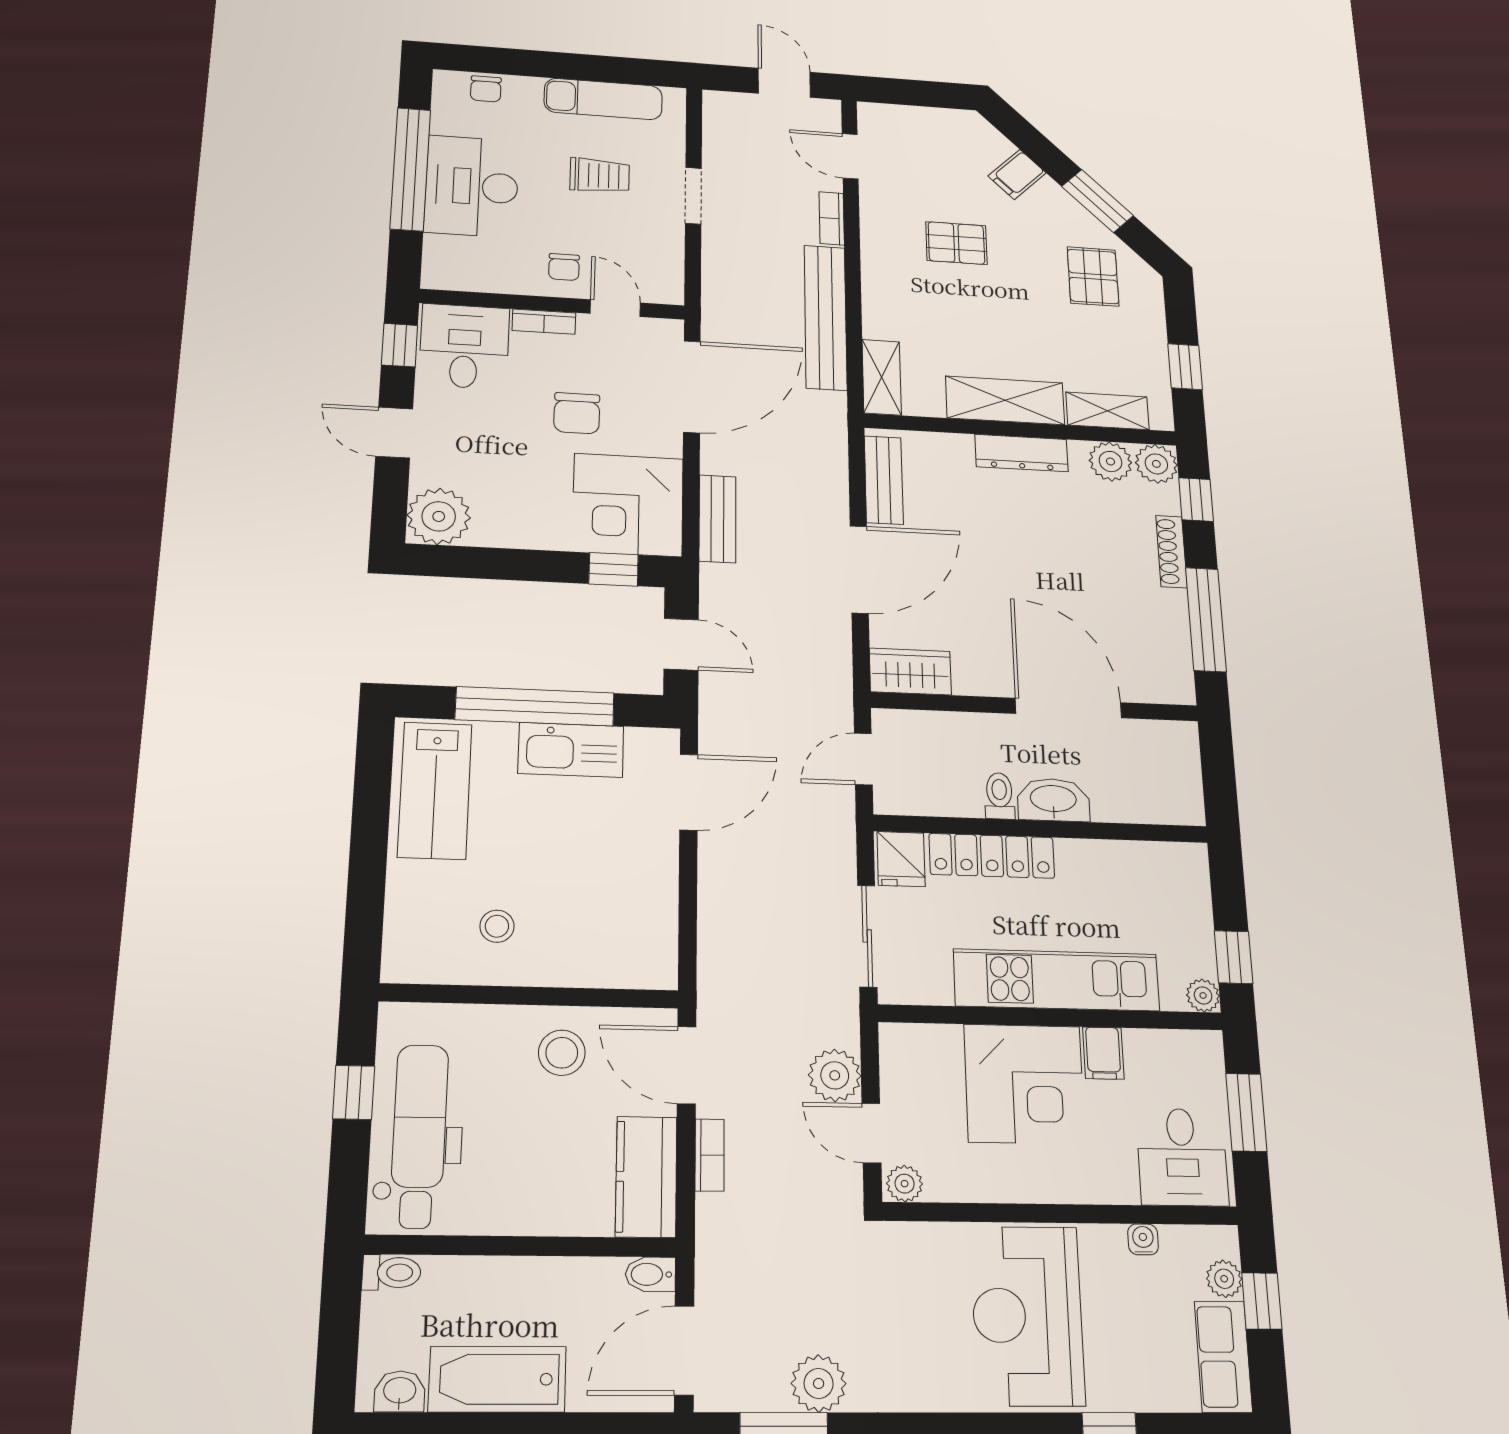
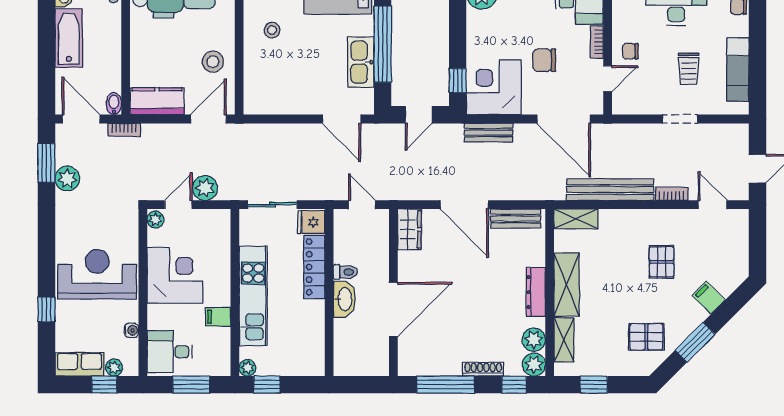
door: (850, 156) -> (712, 205), hinge flipped
corner desk: (1024, 1084) -> (175, 276), moved, turned 180
bookcase: (710, 1155) -> (124, 130), moved

